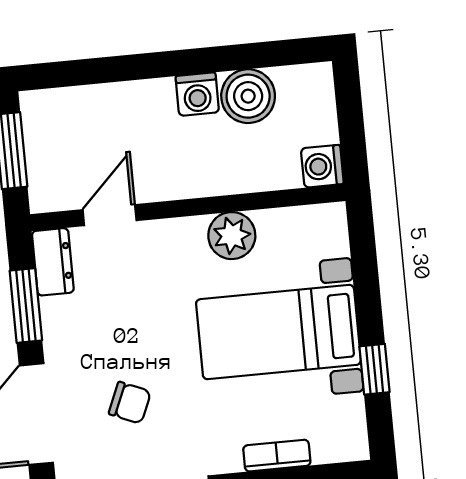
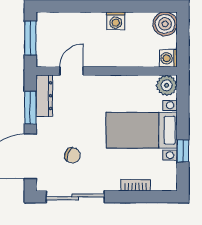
boiler: (248, 96) -> (165, 24), moved
plant: (232, 236) -> (167, 85), moved
dresser: (53, 262) -> (44, 96), width x1.44

